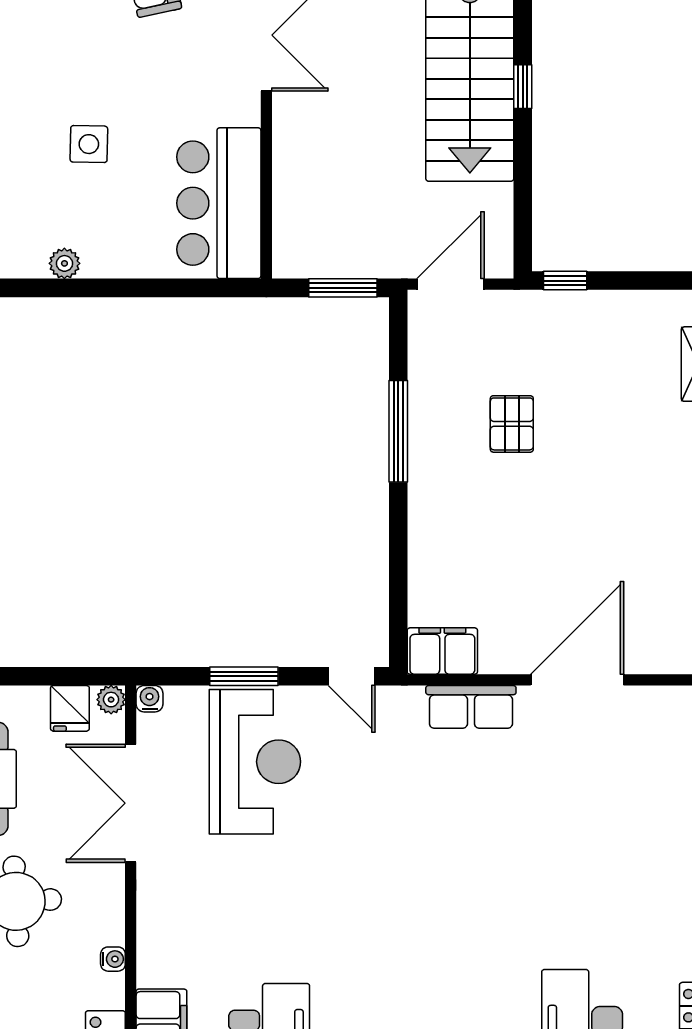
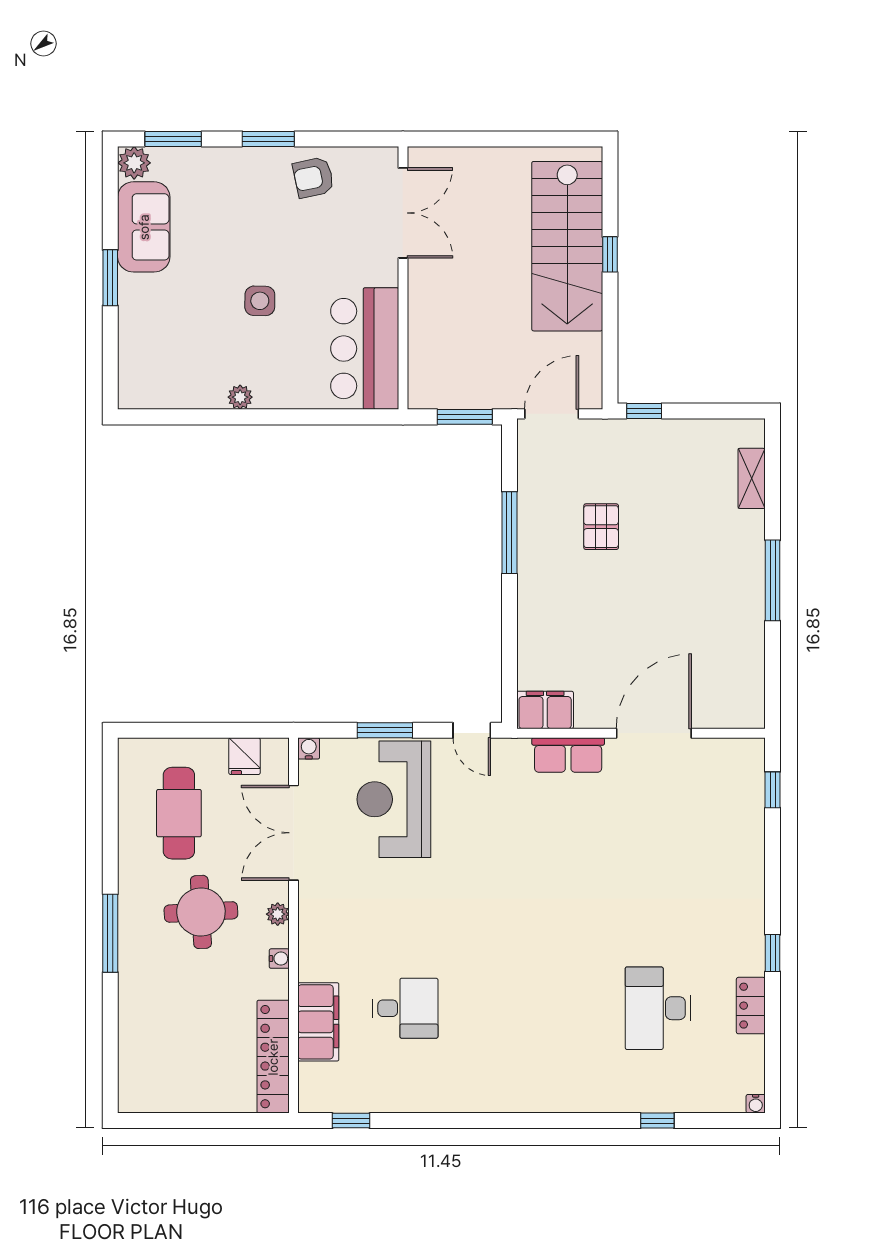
plant: (111, 700) -> (278, 914), moved
reception desk: (255, 762) -> (394, 799), turned 180

